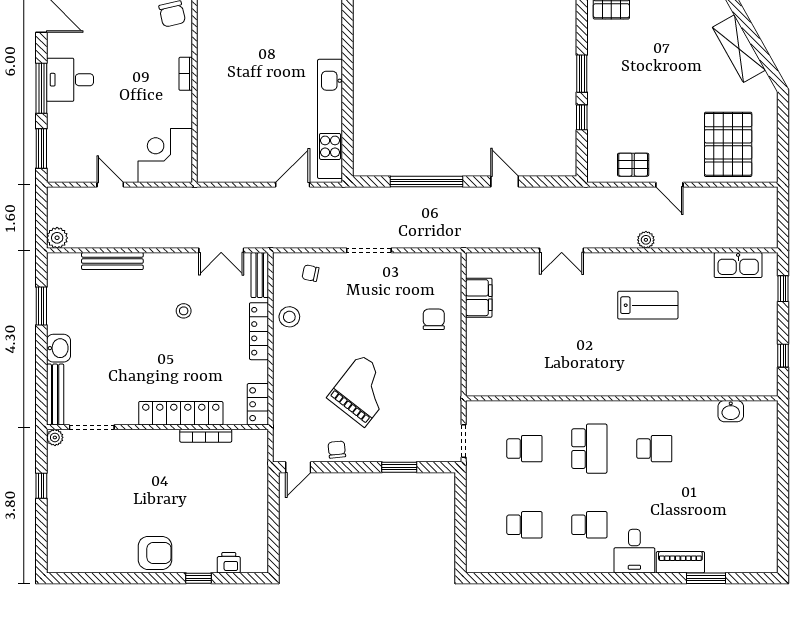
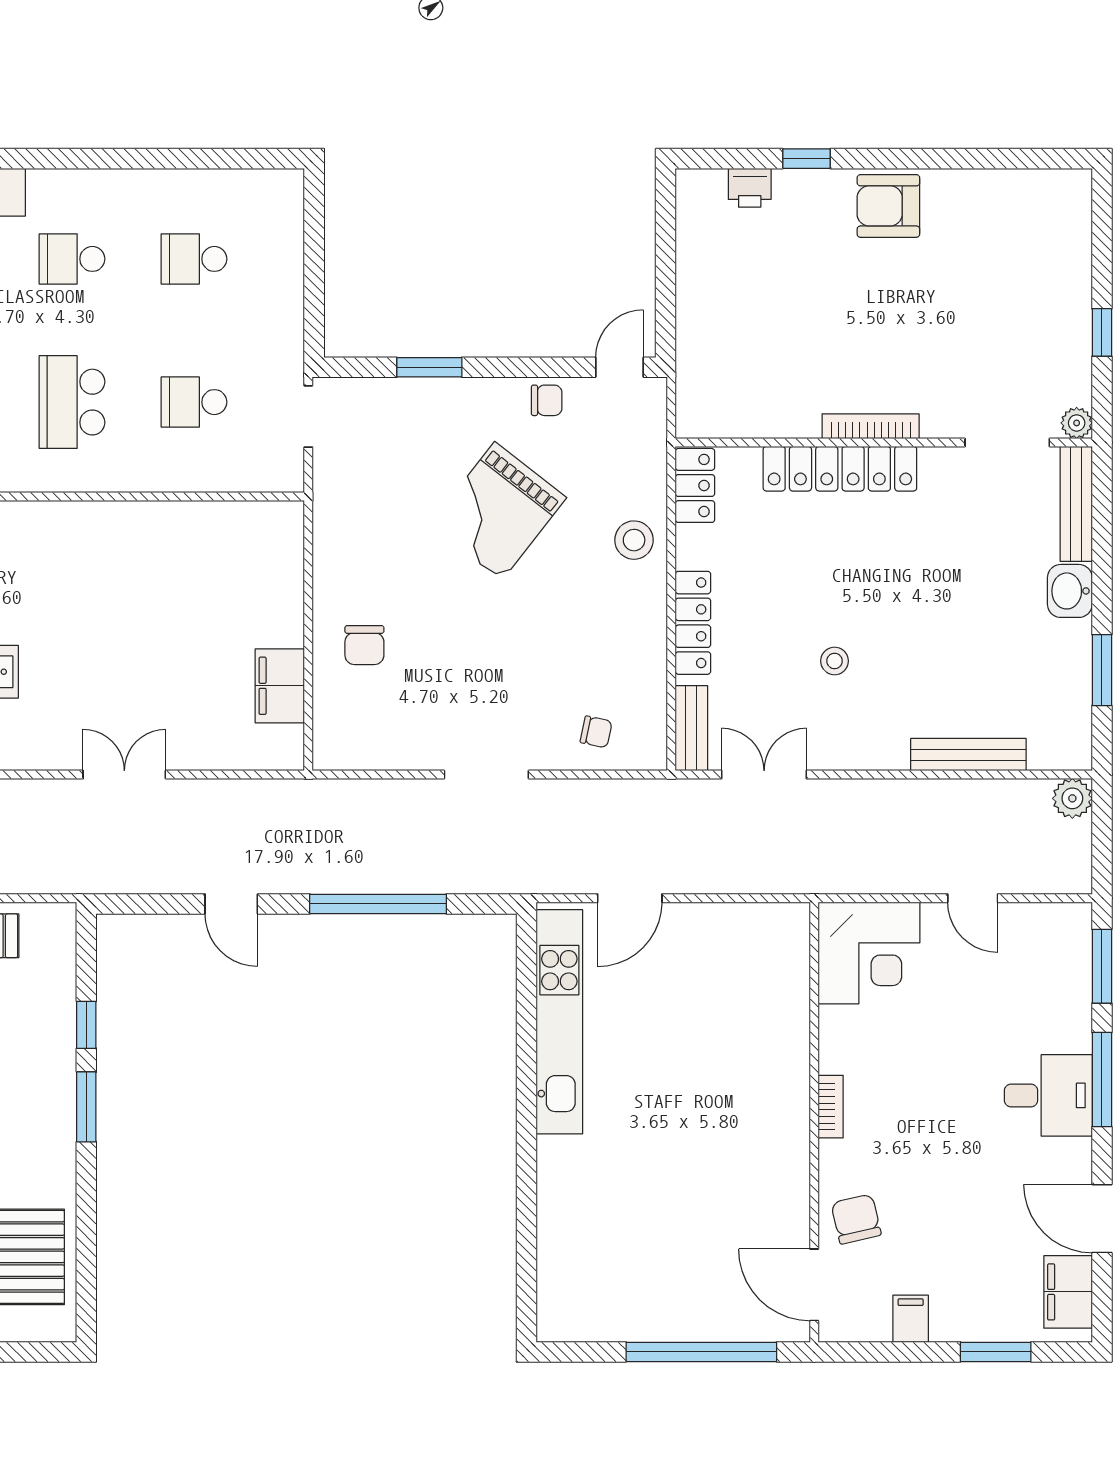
stool: (289, 317) -> (634, 540), moved
bookcase: (206, 436) -> (871, 426), moved
chair: (337, 450) -> (547, 400), turned -84

